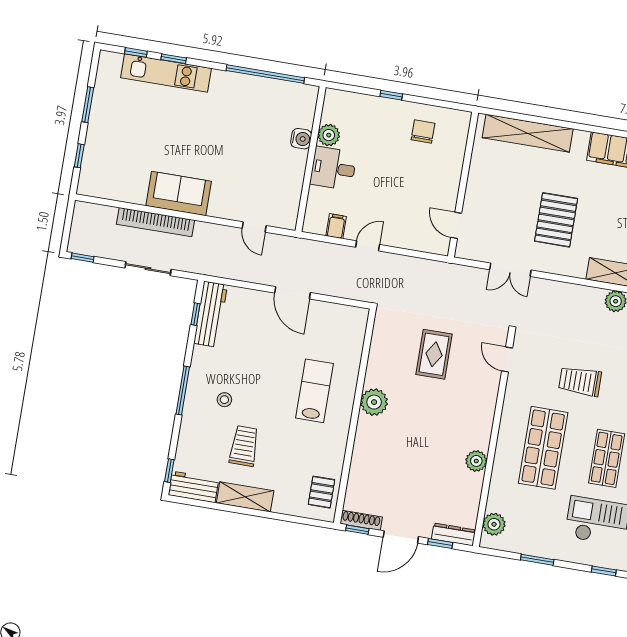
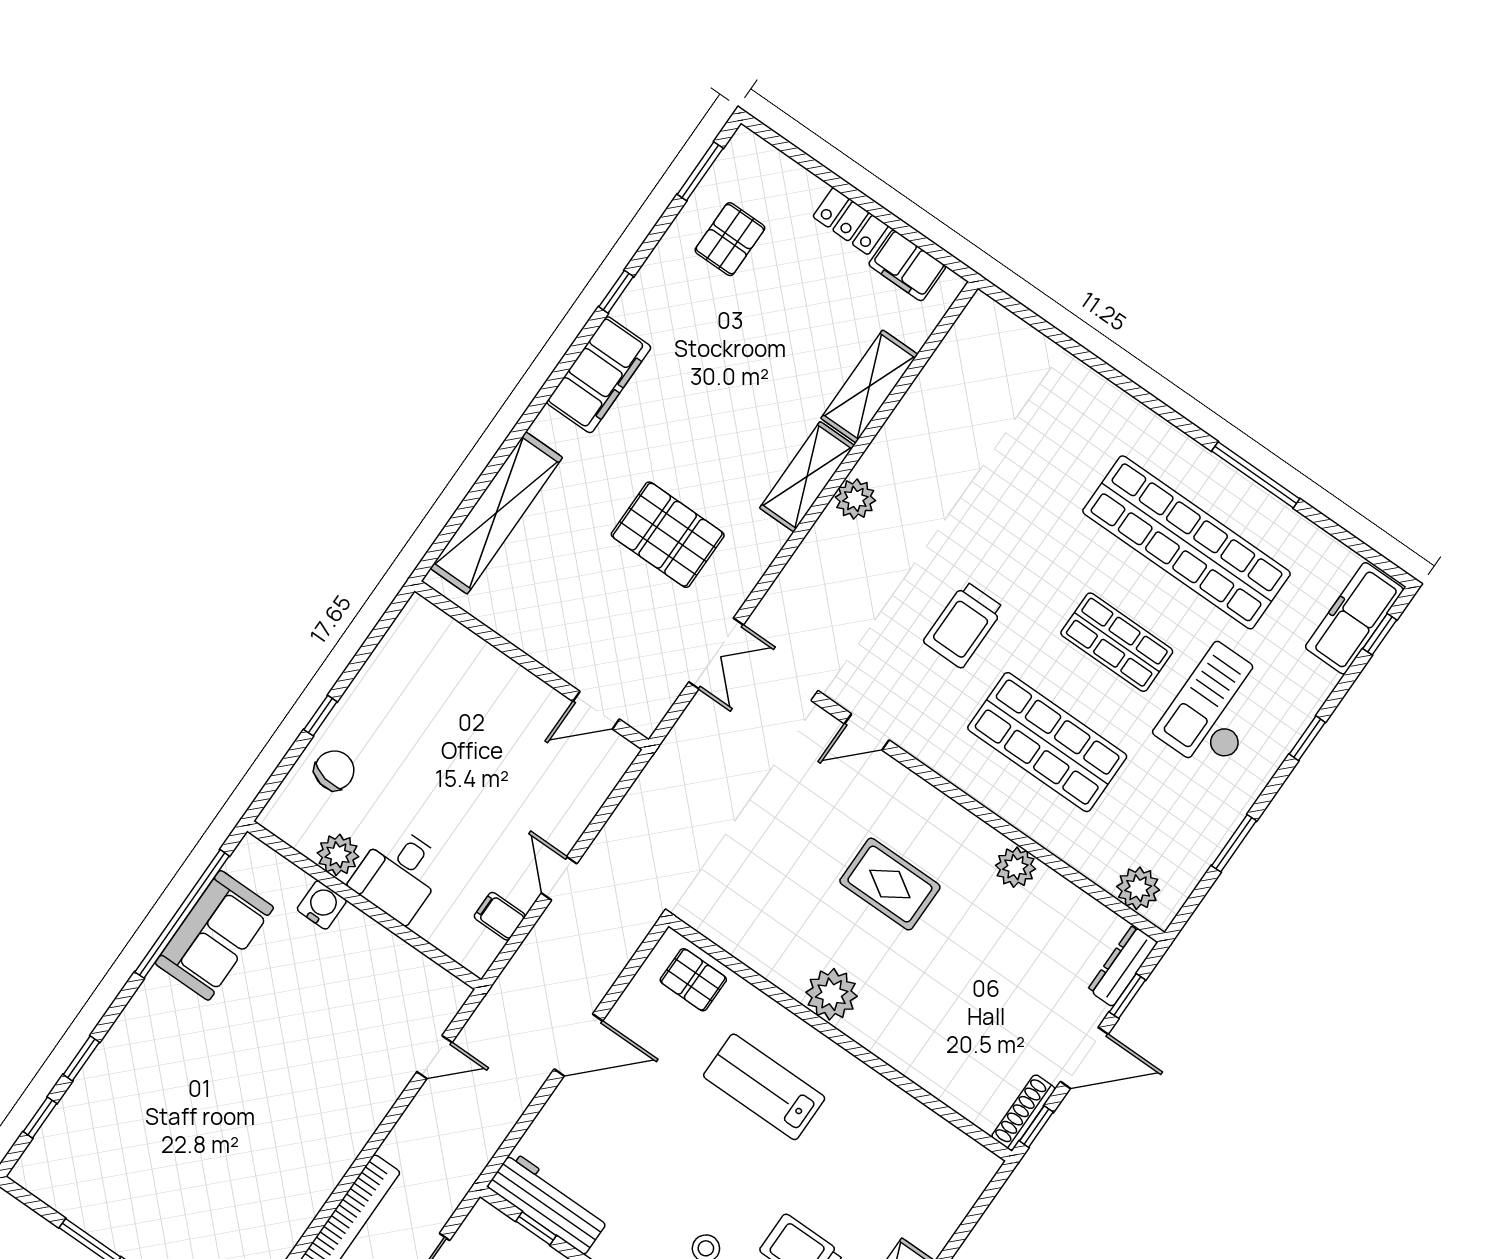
kitchen unit: (166, 73) -> (100, 1083), removed
chair: (423, 132) -> (334, 770), moved, turned 101
sofa: (179, 194) -> (214, 935), moved, turned 180
rug: (434, 354) -> (890, 884), moved
pallet: (321, 492) -> (693, 980), moved
door: (401, 537) -> (1084, 1058), hinge flipped

